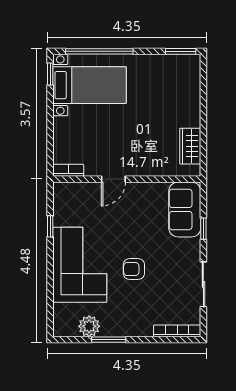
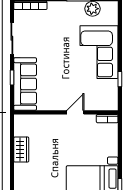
wardrobe: (190, 146) -> (21, 150), moved
sofa: (185, 209) -> (25, 84), width x1.36
armchair: (134, 269) -> (61, 49), removed

